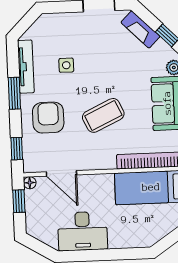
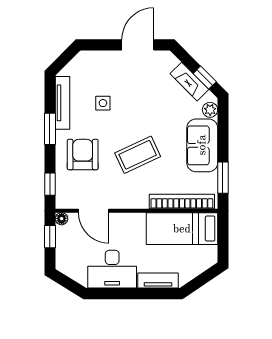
fireplace: (140, 29) -> (189, 82), moved
tv unit: (129, 241) -> (158, 281), added

